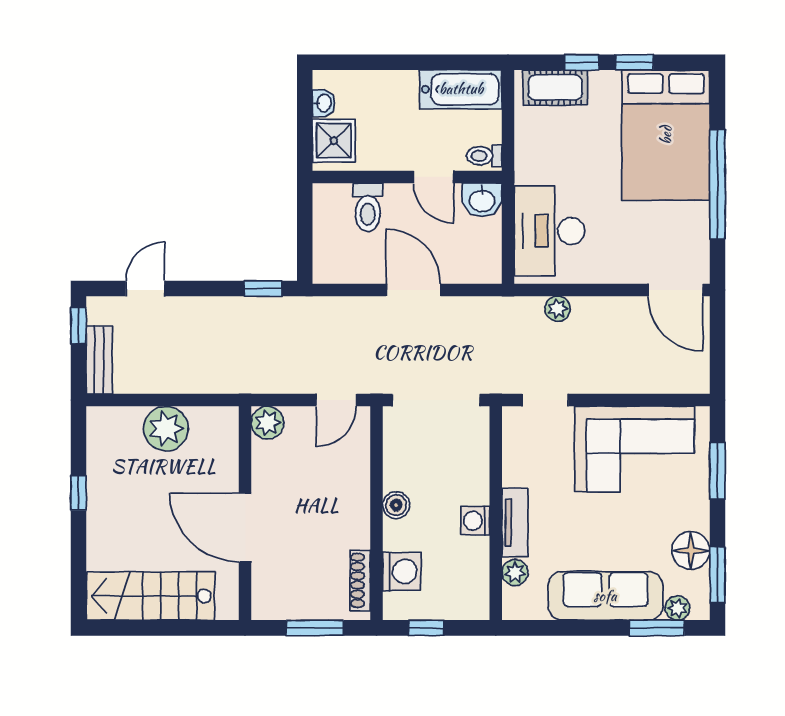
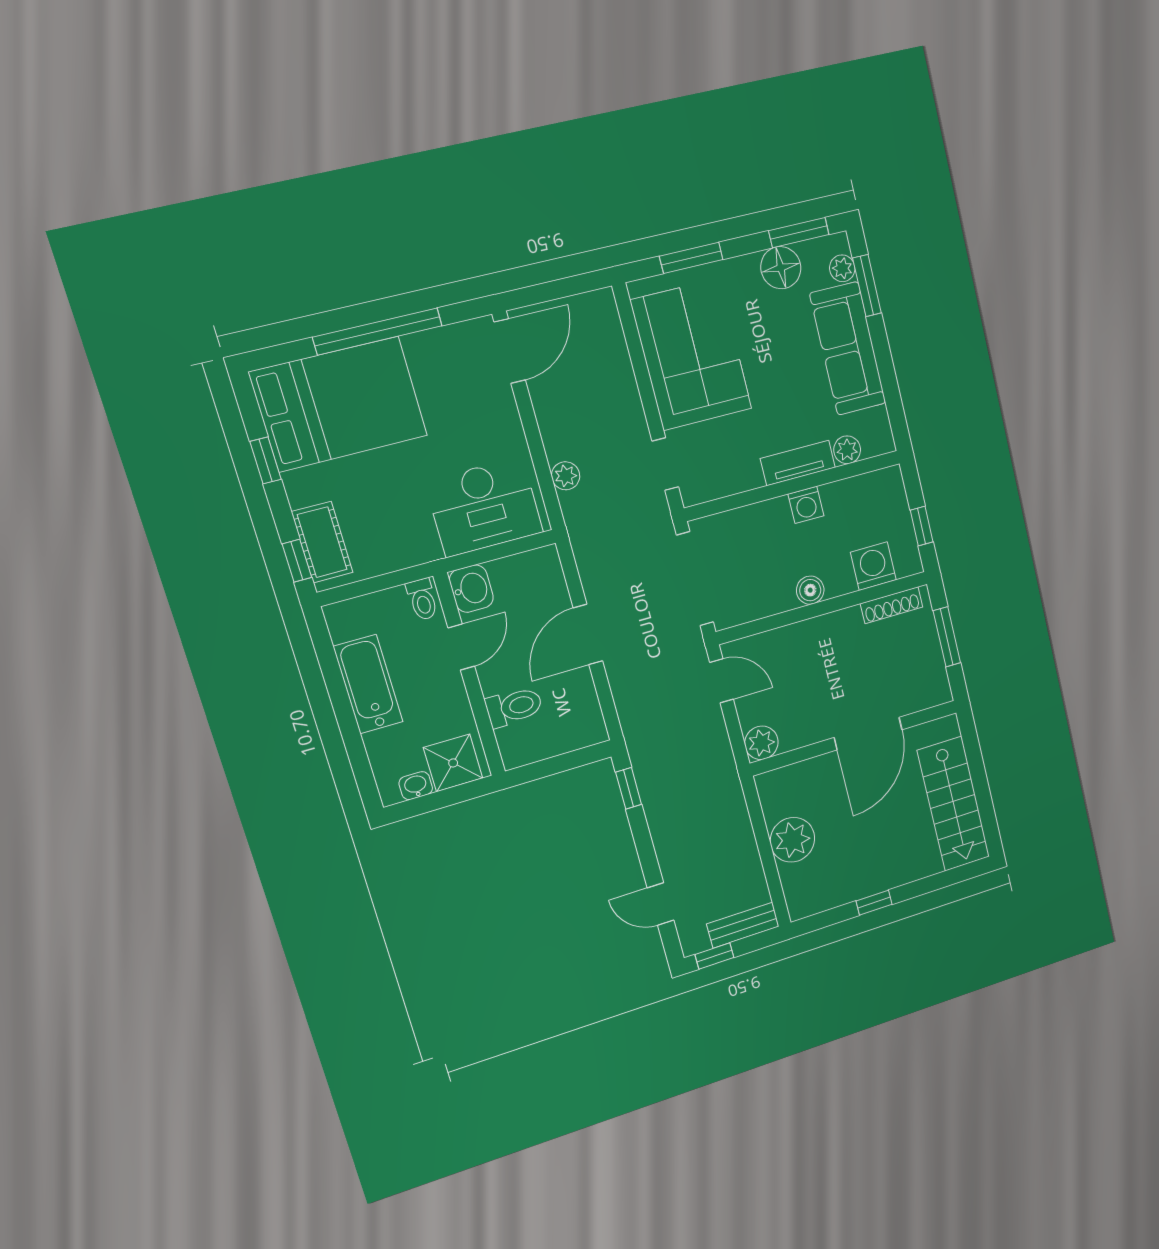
window: (582, 62) -> (297, 561), moved
bathtub: (461, 89) -> (368, 684), moved

